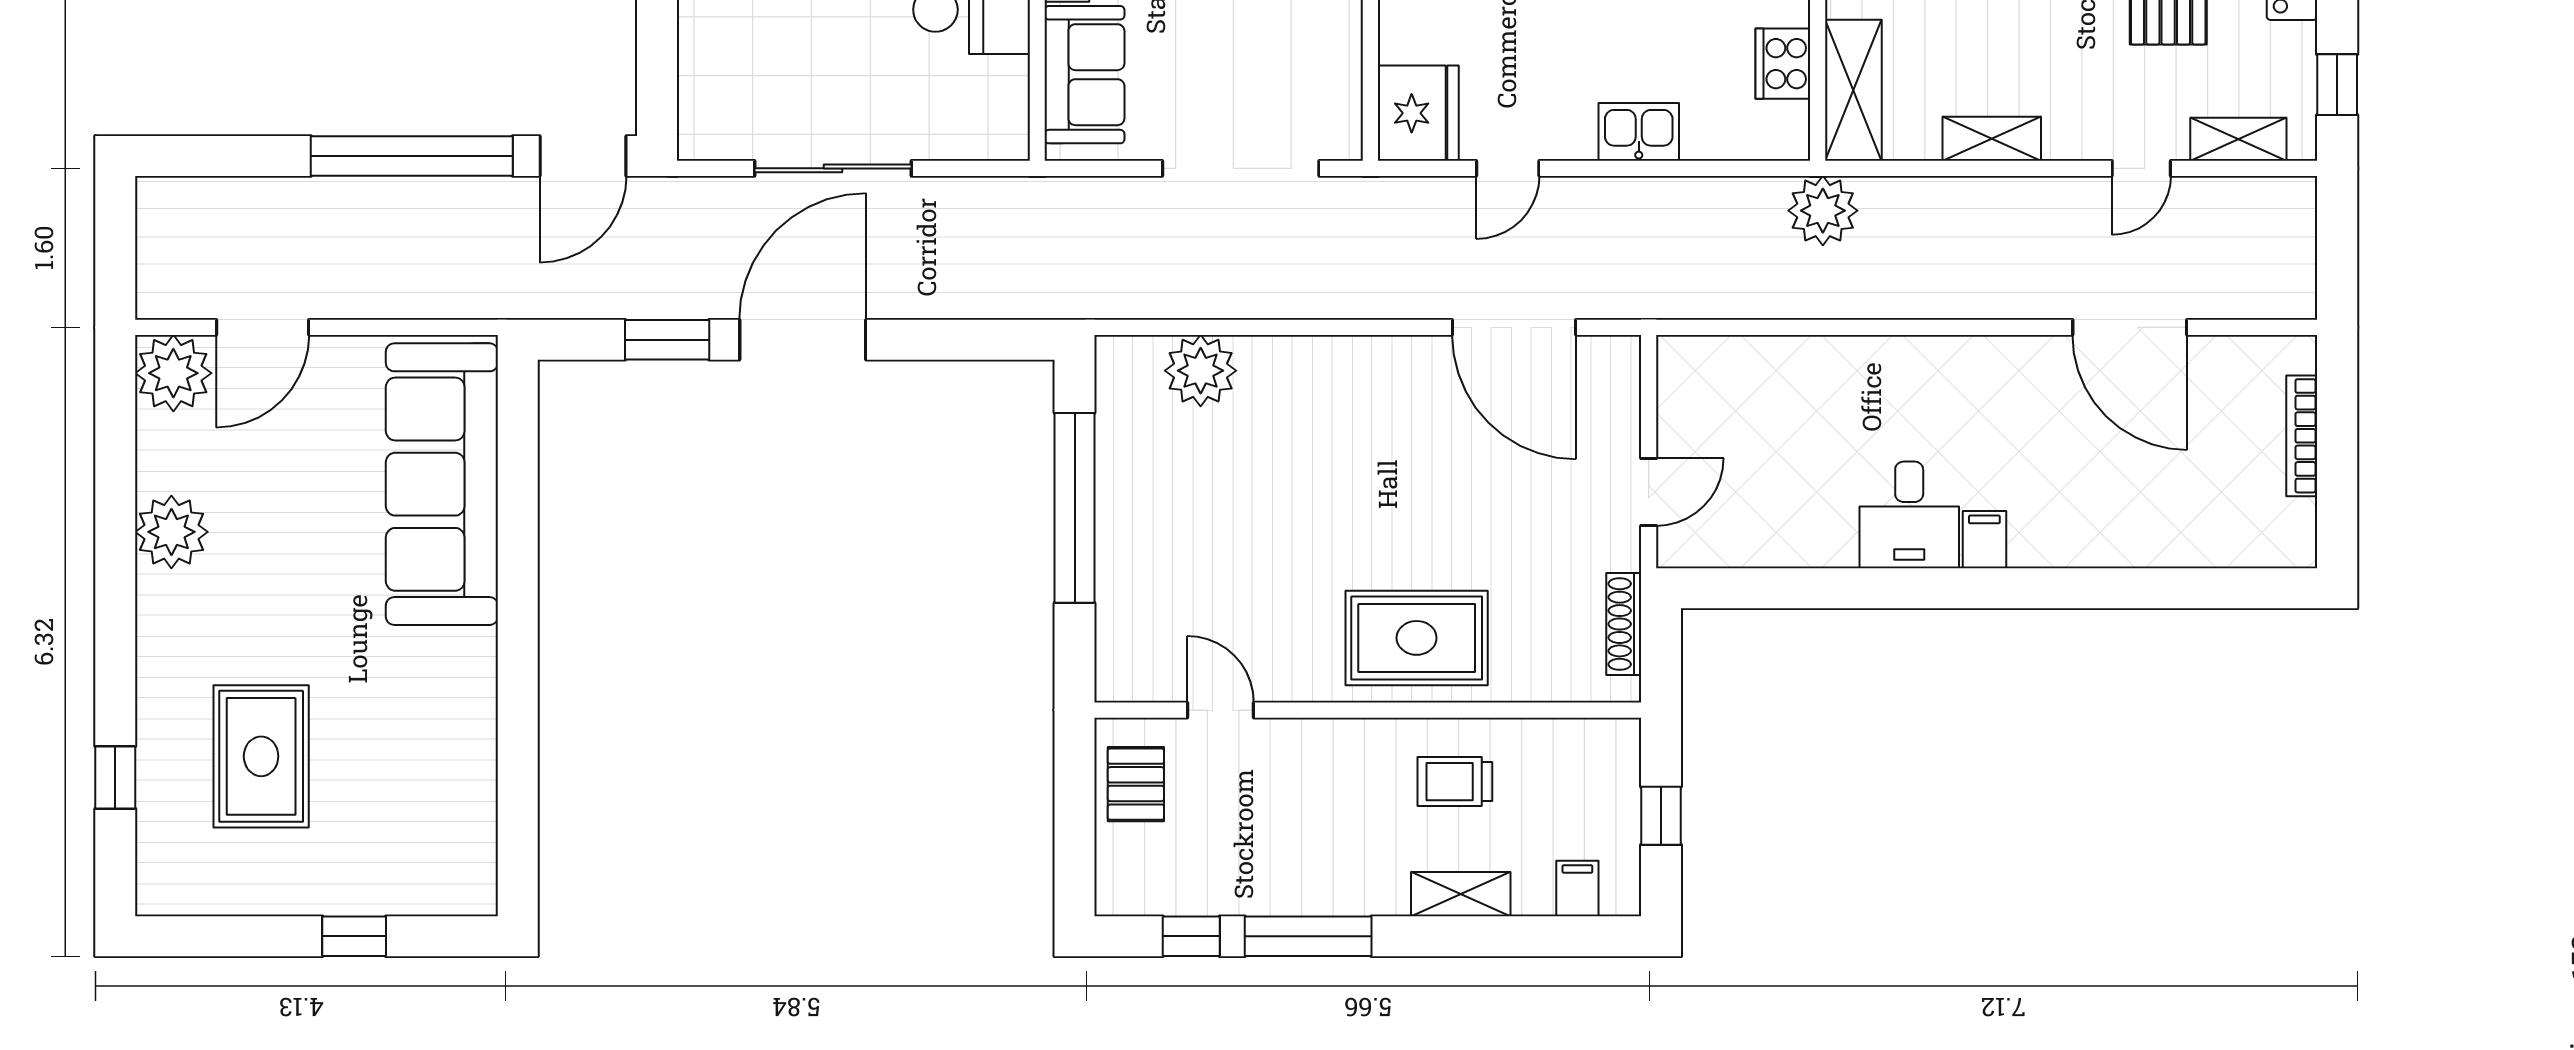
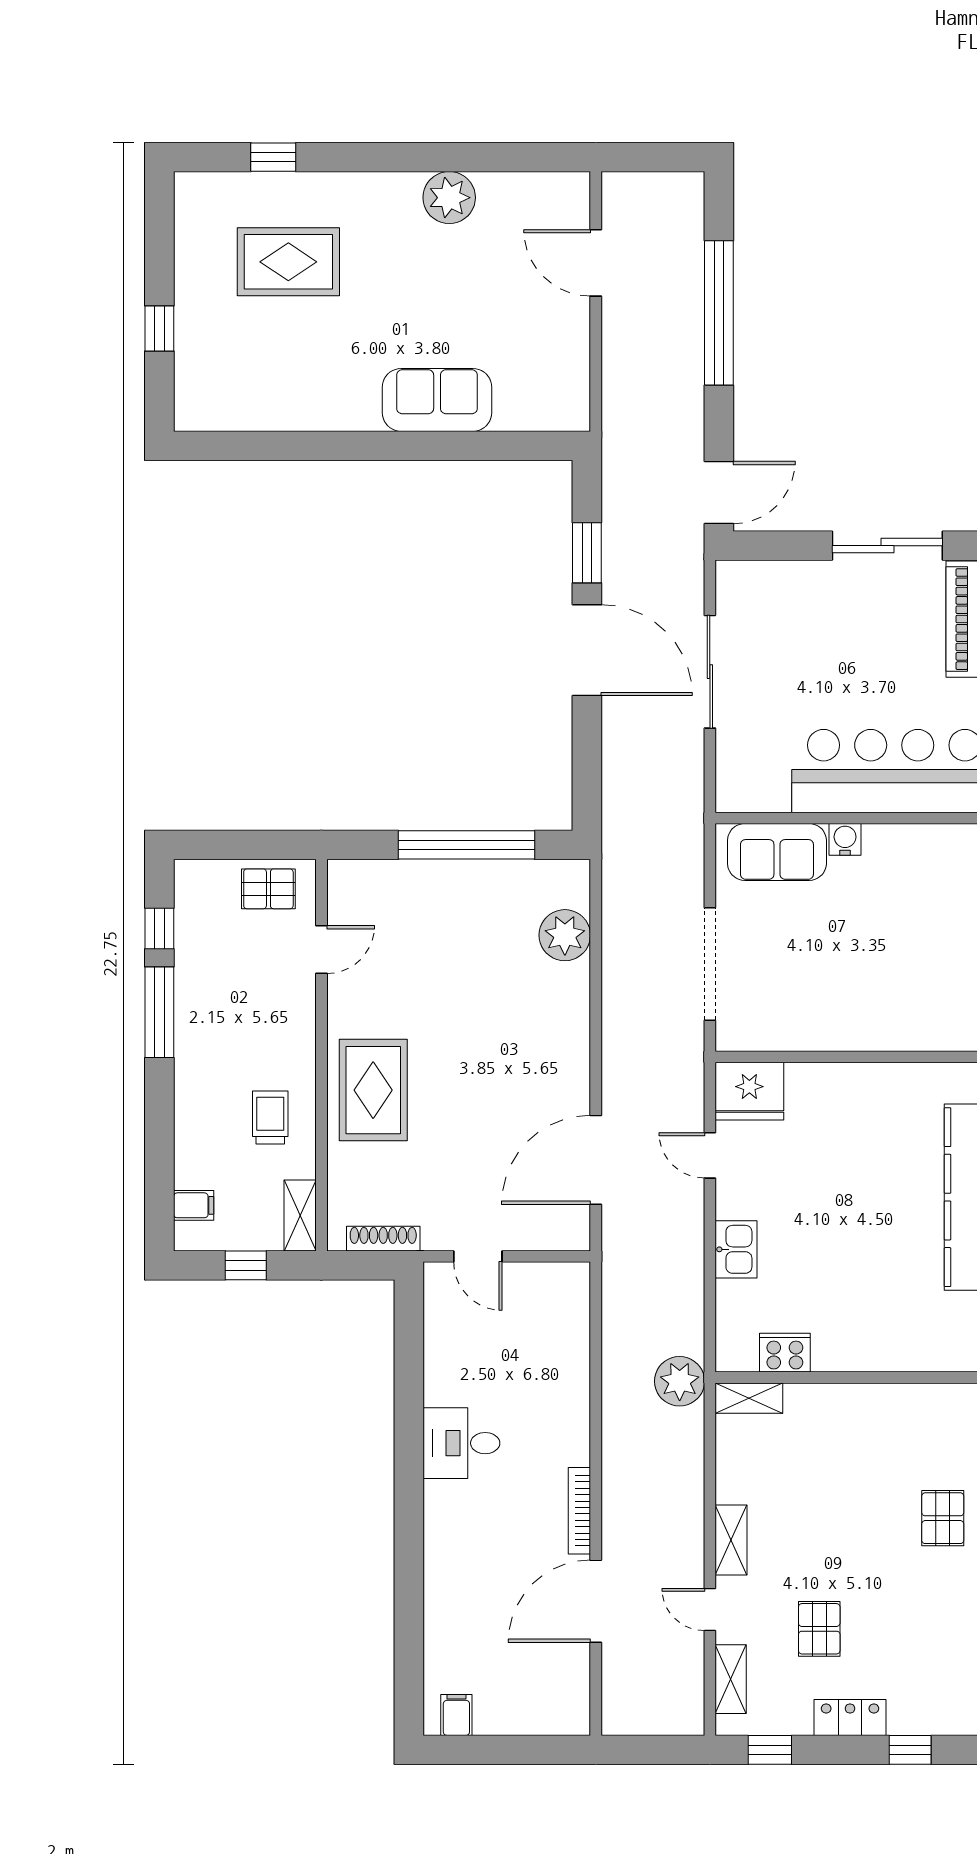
shelving: (1853, 90) -> (749, 1398), width x0.67, depth x0.75
shelving: (1992, 139) -> (731, 1540), moved
window: (412, 156) -> (719, 313), moved
door: (583, 156) -> (719, 493), swing flipped
plant: (173, 373) -> (563, 199), removed
bookcase: (2302, 436) -> (579, 1511), moved, turned -90
sofa: (442, 484) -> (437, 400), width x0.54, depth x0.79
filing cabinet: (1984, 540) -> (456, 1715), moved, turned -90
shelving: (1461, 894) -> (300, 1216), moved

